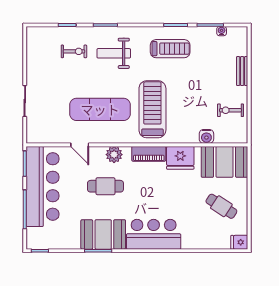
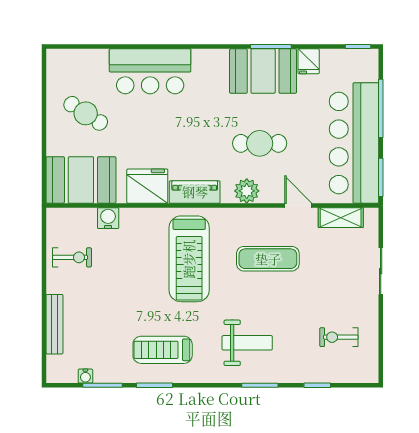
exercise bike: (74, 51) -> (339, 337), moved
bench: (242, 71) -> (55, 324), width x1.36
exercise mat: (100, 109) -> (268, 259), width x0.73, depth x0.69
shelving: (51, 137) -> (341, 218), added
bar counter: (154, 234) -> (150, 71), moved
fridge: (239, 242) -> (309, 61), moved, turned 90

